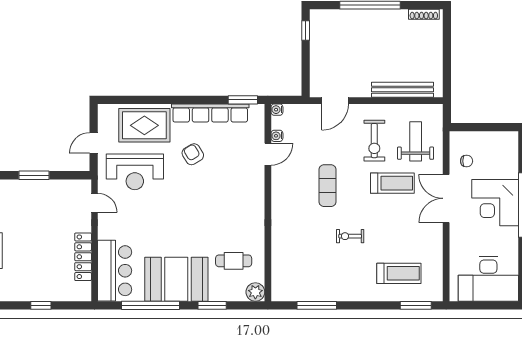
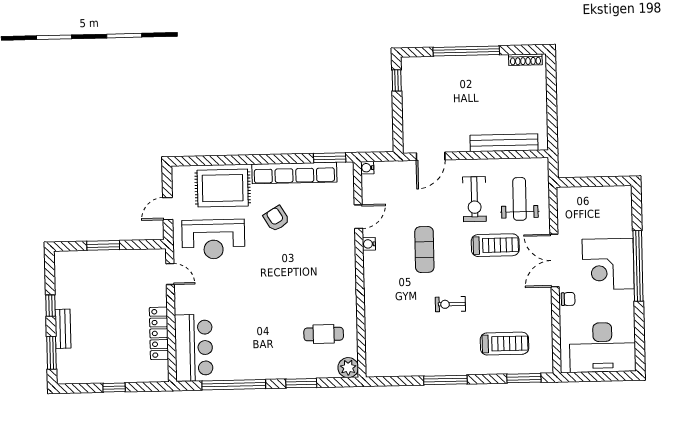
water cooler: (277, 136) -> (369, 244), moved
chair: (467, 161) -> (568, 299), moved
booth: (176, 279) -> (261, 356), removed
window: (317, 305) -> (445, 380), moved

